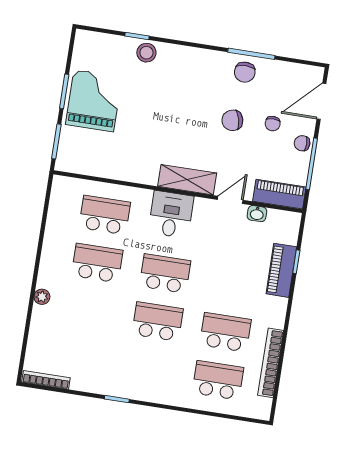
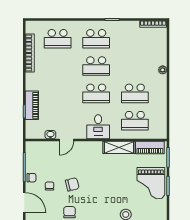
door: (321, 101) -> (24, 203), hinge flipped
shelving: (187, 180) -> (119, 147), moved
piano: (279, 194) -> (150, 147), moved
school desk: (225, 332) -> (96, 39), moved

